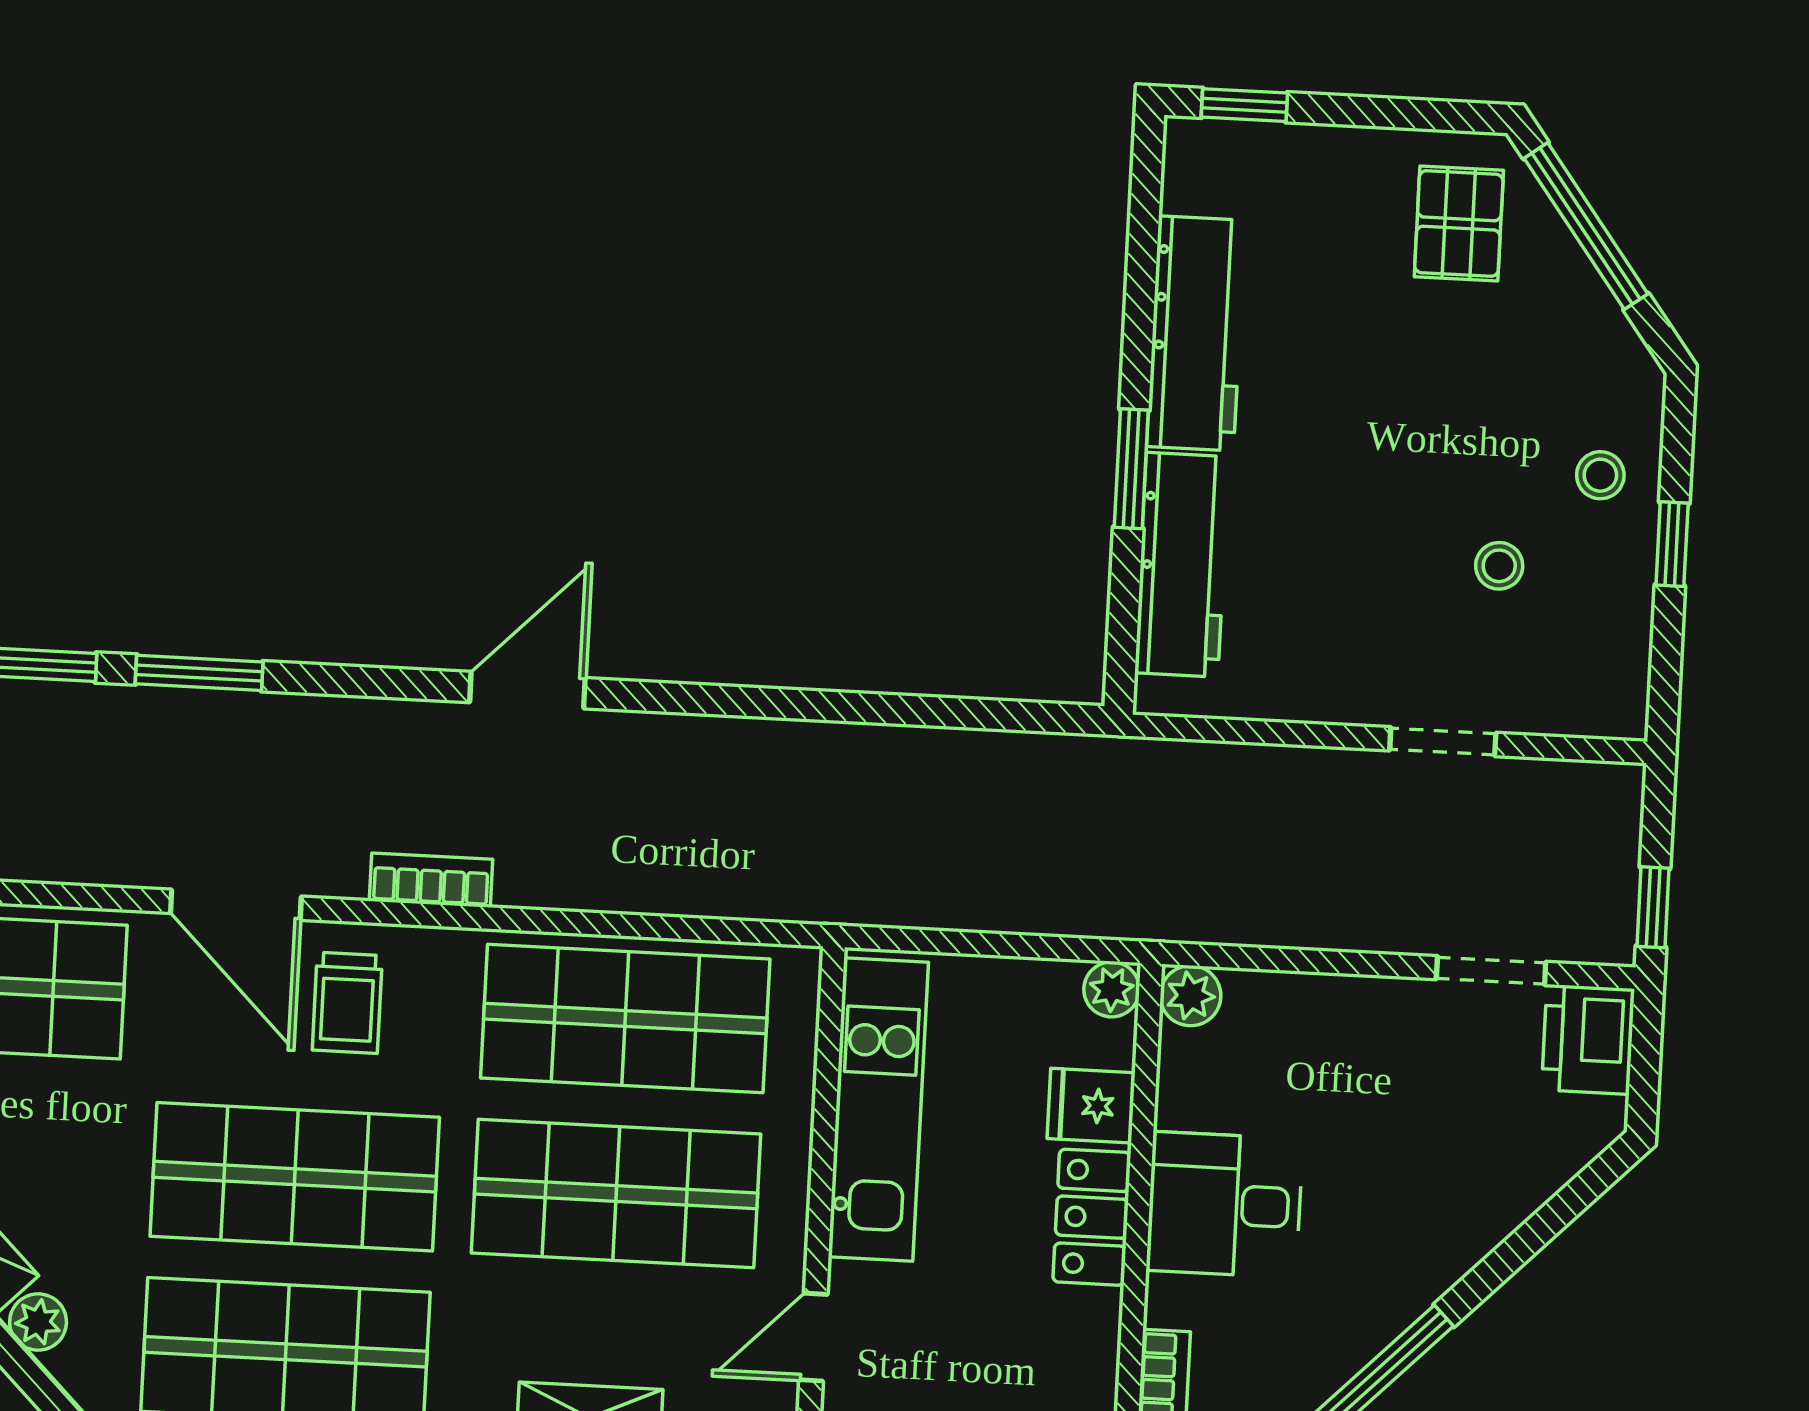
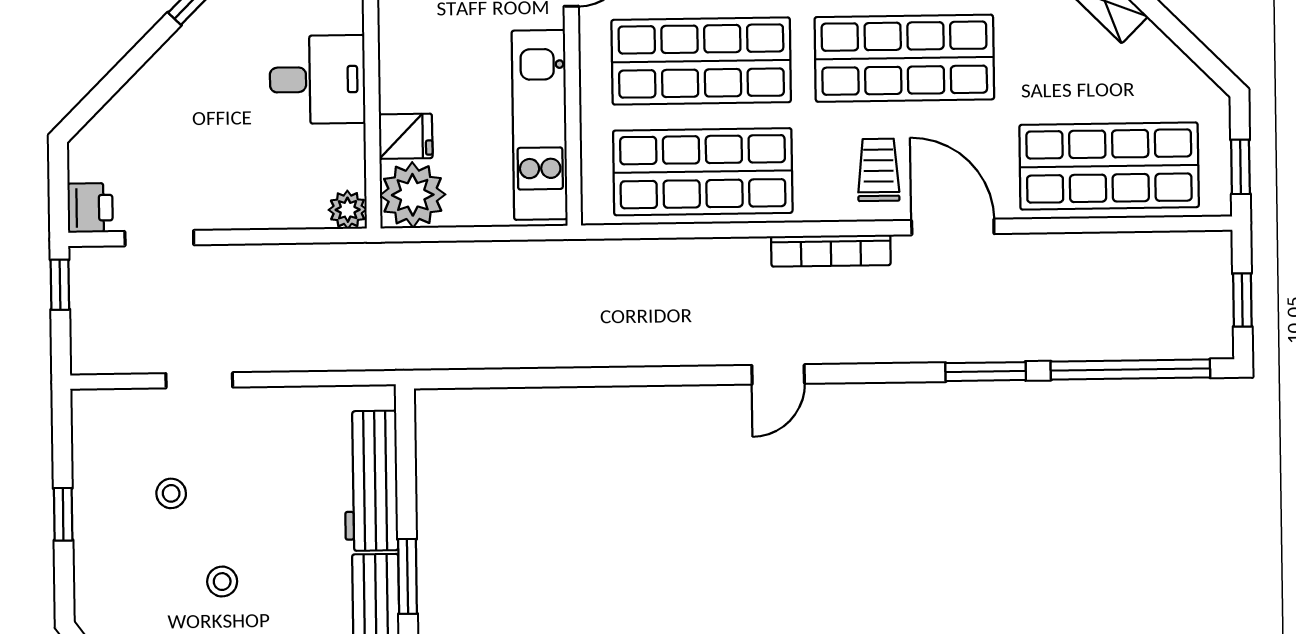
window: (1131, 469) -> (407, 576), moved
stool: (1600, 475) -> (222, 582), moved
door: (527, 690) -> (778, 374), width x0.73
bookcase: (431, 880) -> (831, 251), width x1.56
plant: (1112, 989) -> (413, 195), width x1.88, depth x1.88
printer: (1588, 1039) -> (90, 208), width x0.73, depth x0.81
locker: (1092, 1217) -> (401, 66), removed

